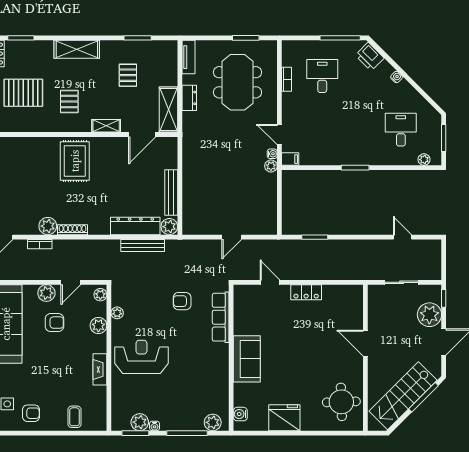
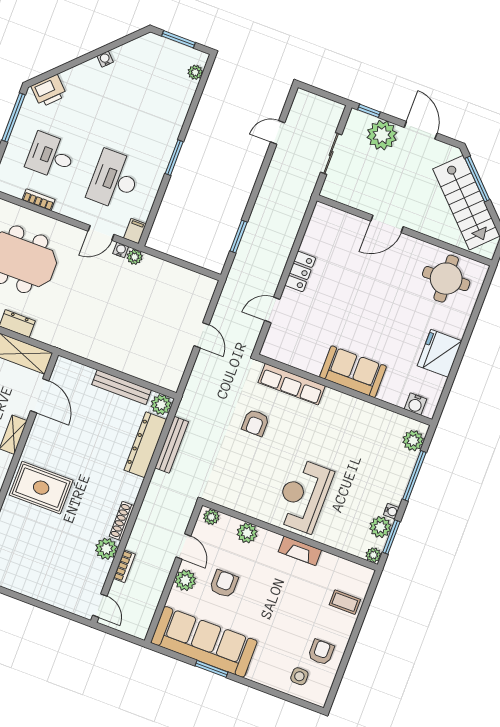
water cooler: (396, 77) -> (105, 59), moved
desk: (401, 130) -> (114, 180), moved, width x1.37
plant: (117, 313) -> (373, 555), moved

